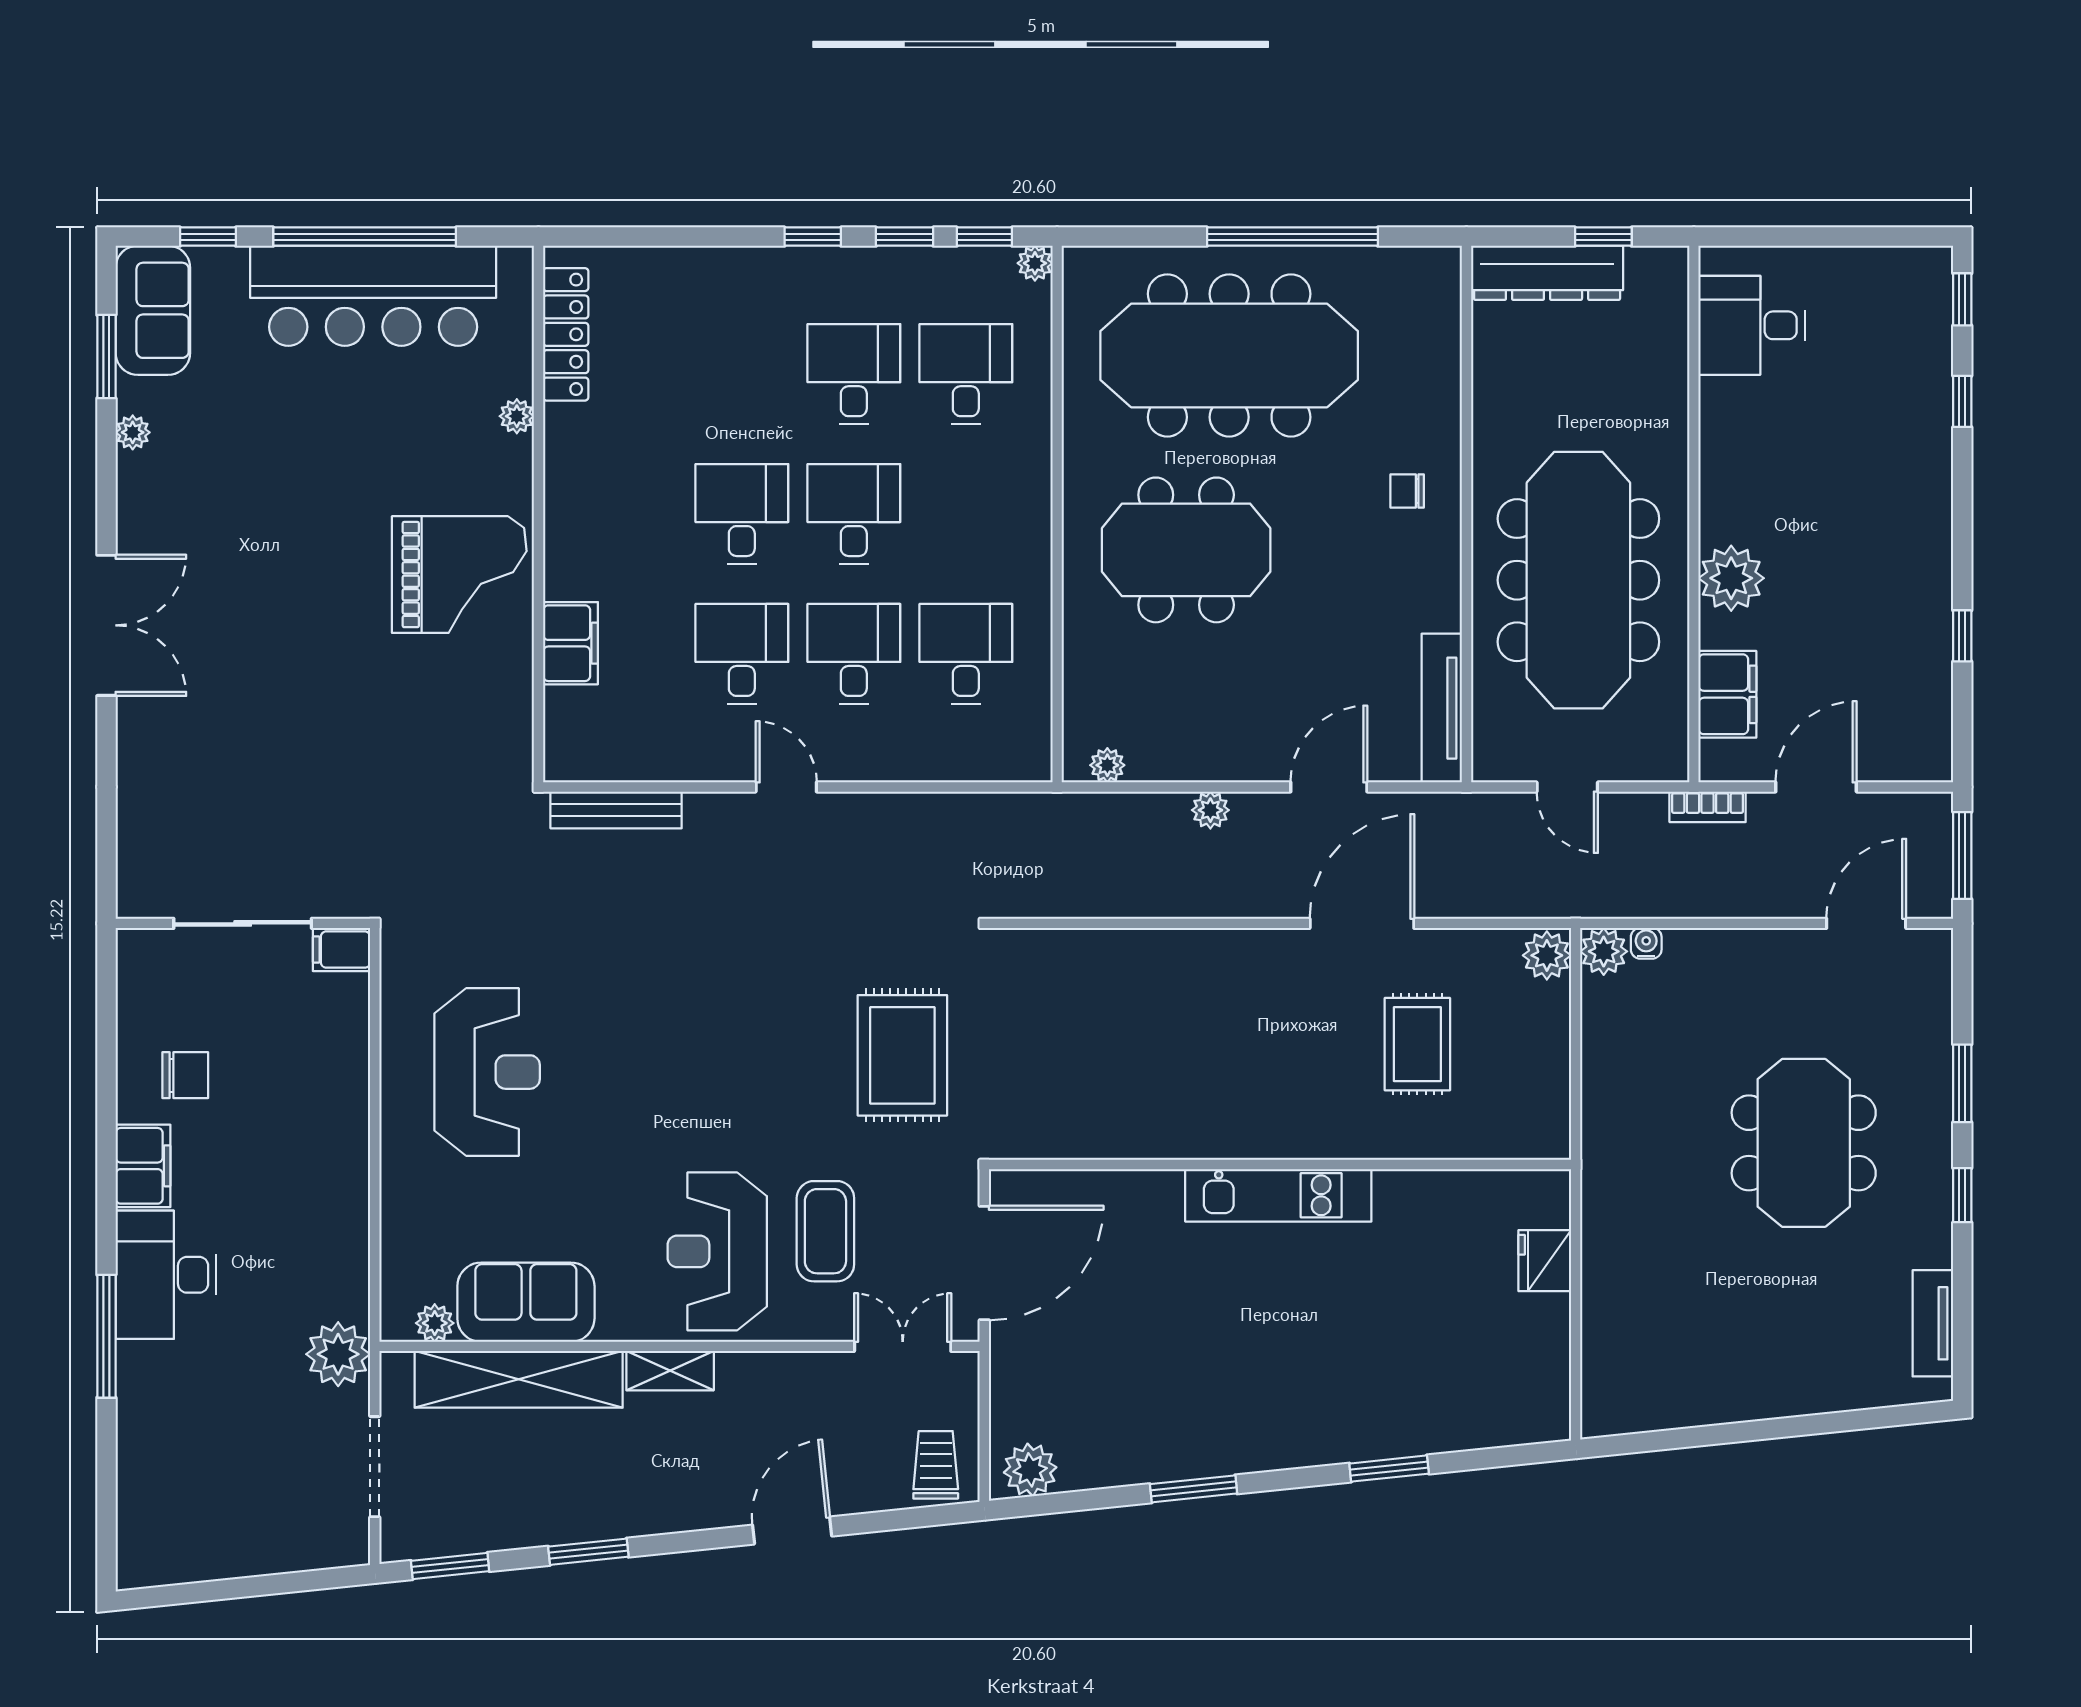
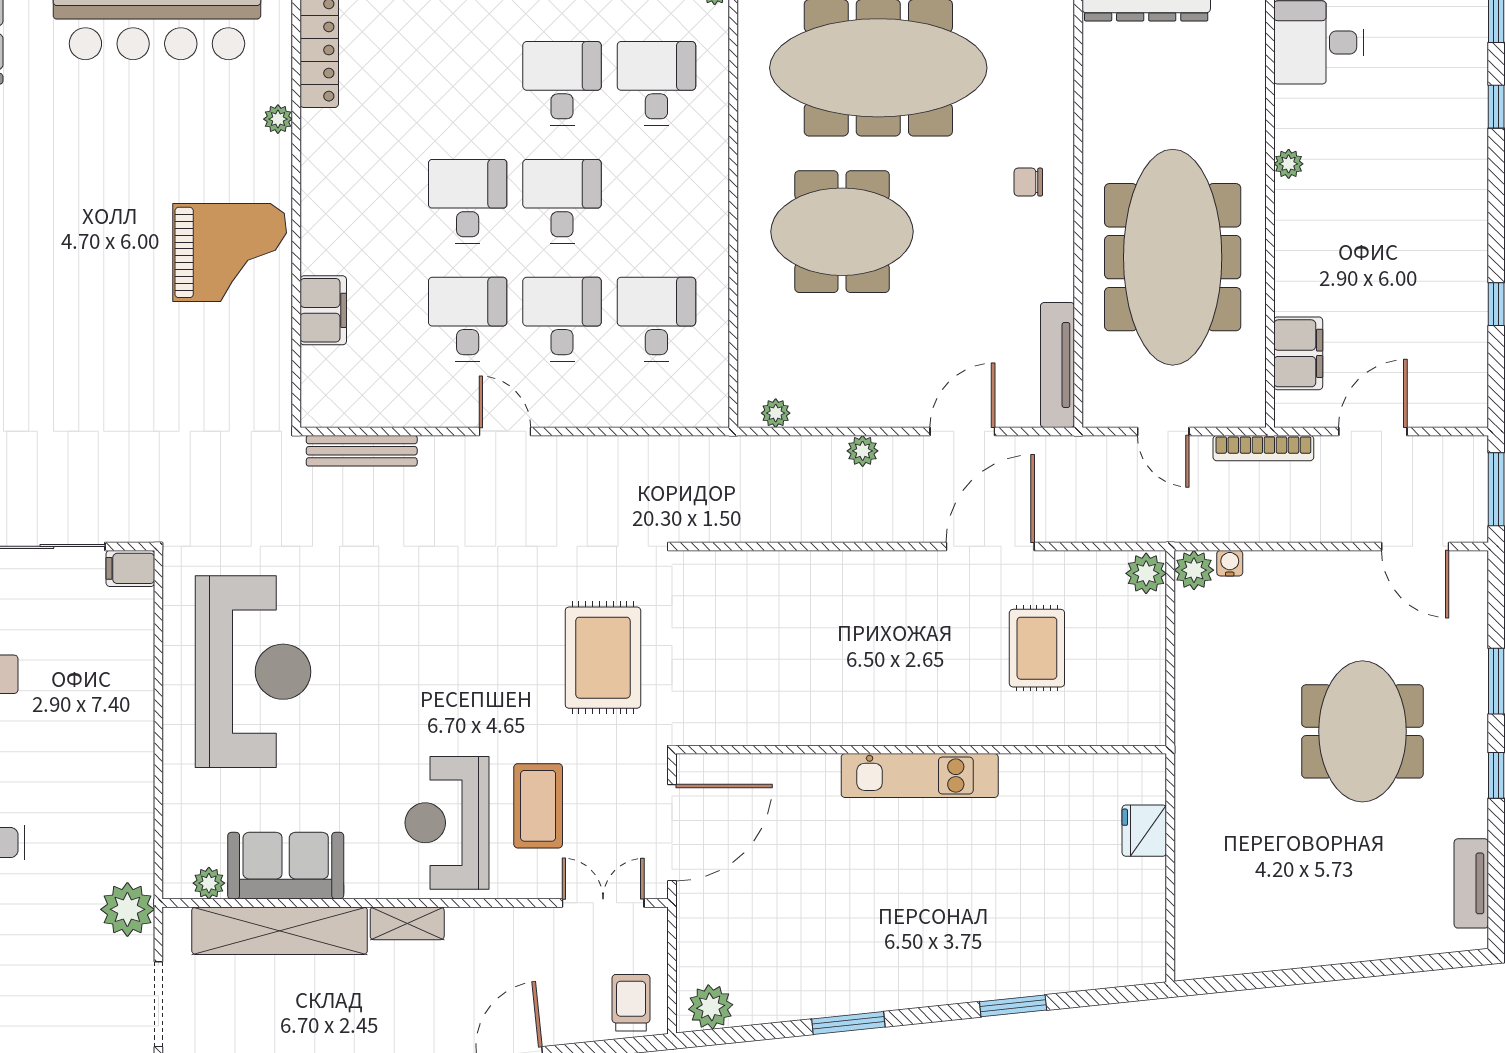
plant: (1731, 578) -> (1289, 164), moved, width x0.53, depth x0.53
bookcase: (1708, 807) -> (1263, 448), width x1.56
door: (1866, 923) -> (1415, 546), swing flipped
reception desk: (487, 1072) -> (253, 672), width x1.36, depth x1.30

